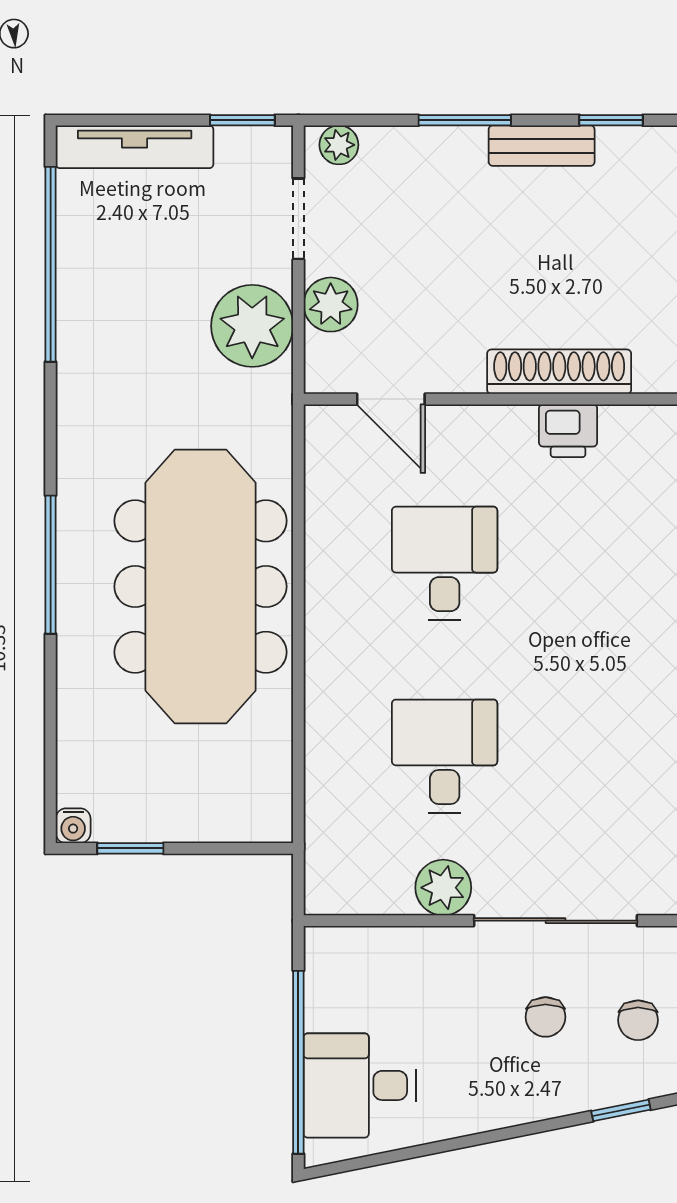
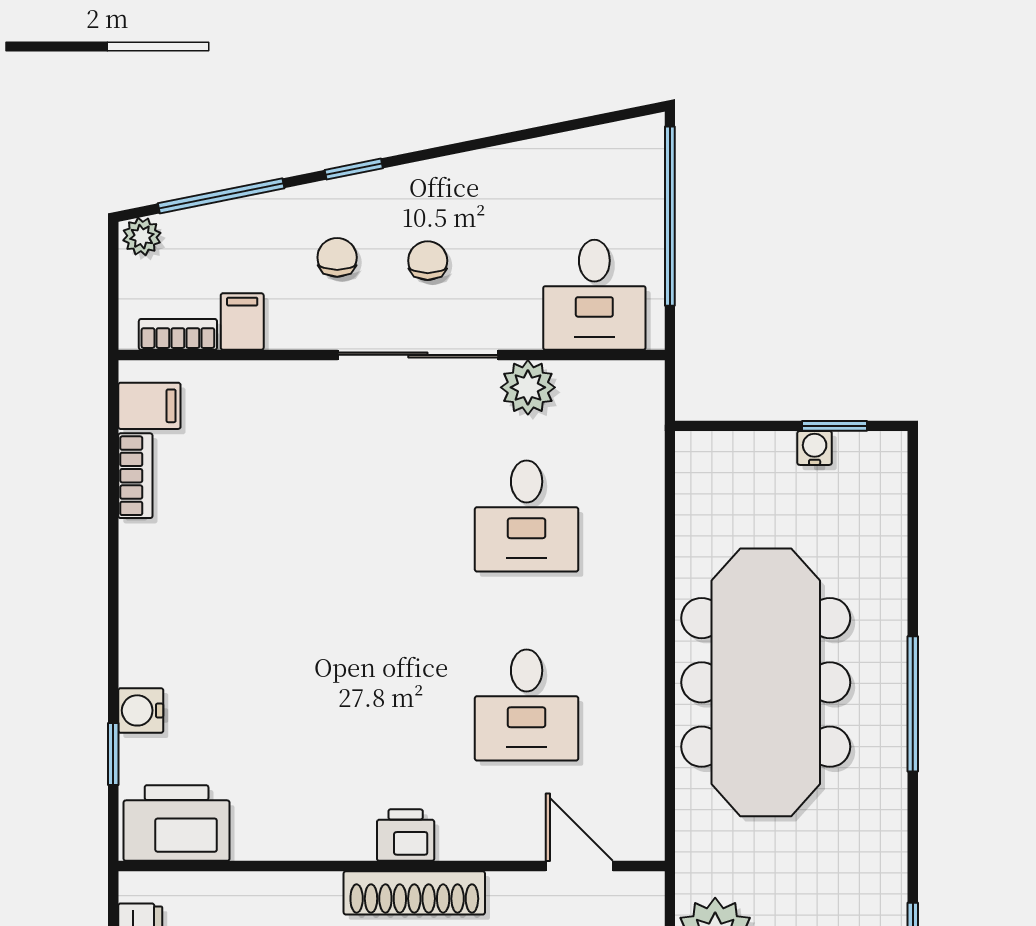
water cooler: (73, 826) -> (815, 448), moved
desk: (360, 1085) -> (594, 295), moved, turned 90

